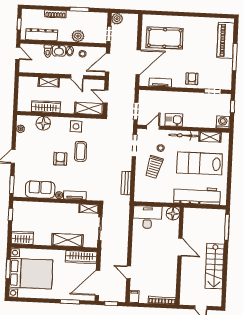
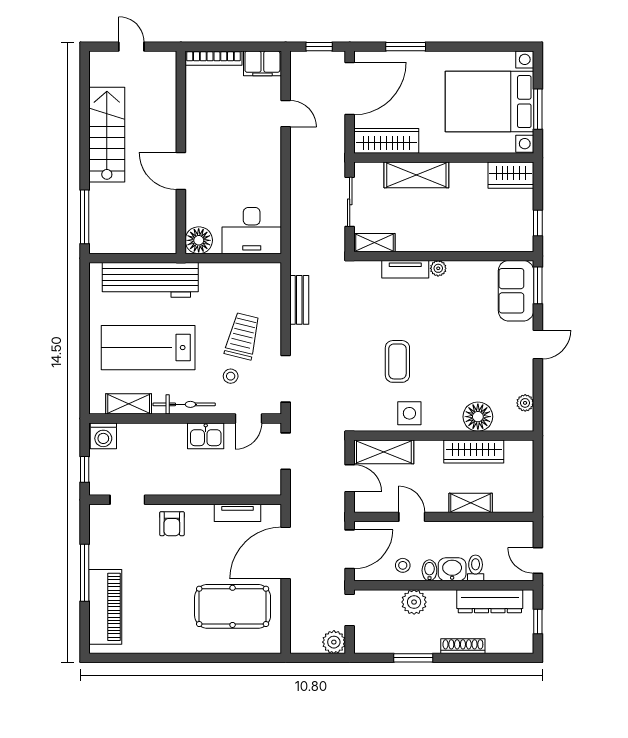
armchair: (60, 159) -> (439, 344), removed
lab bench: (199, 163) -> (148, 348), turned 180
sofa: (40, 190) -> (516, 291), moved, turned 90
filing cabinet: (134, 297) -> (262, 63), width x2.00

